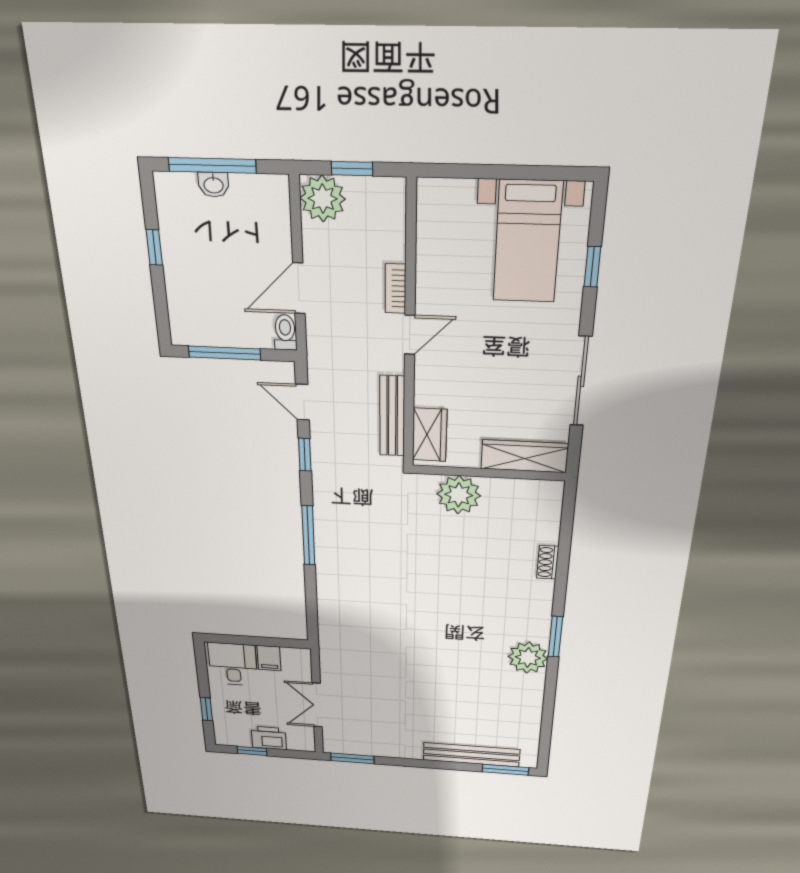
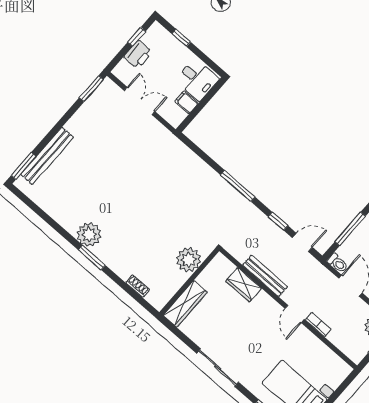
wardrobe: (524, 456) -> (185, 304), moved
wall: (488, 473) -> (189, 282), moved
plant: (459, 495) -> (189, 260), moved

